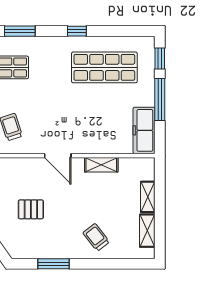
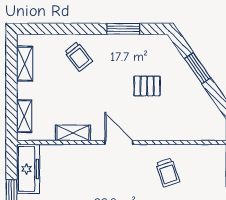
shelving: (148, 197) -> (24, 116), moved

